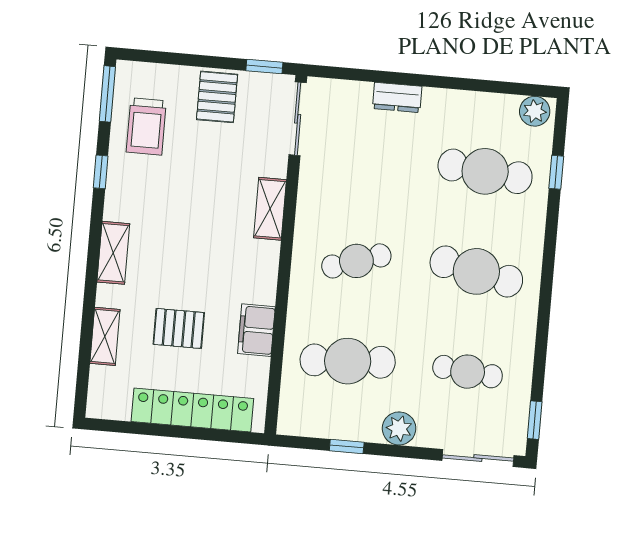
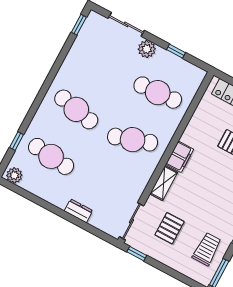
pallet: (217, 97) -> (170, 228), moved
cafe table: (356, 261) -> (133, 140), width x1.37, depth x1.35
filing cabinet: (256, 330) -> (180, 157), moved
cafe table: (468, 372) -> (101, 62), removed
sliding door: (478, 458) -> (126, 24), moved

